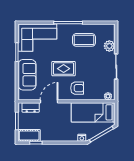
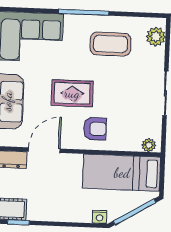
plant: (109, 46) -> (156, 37), moved

